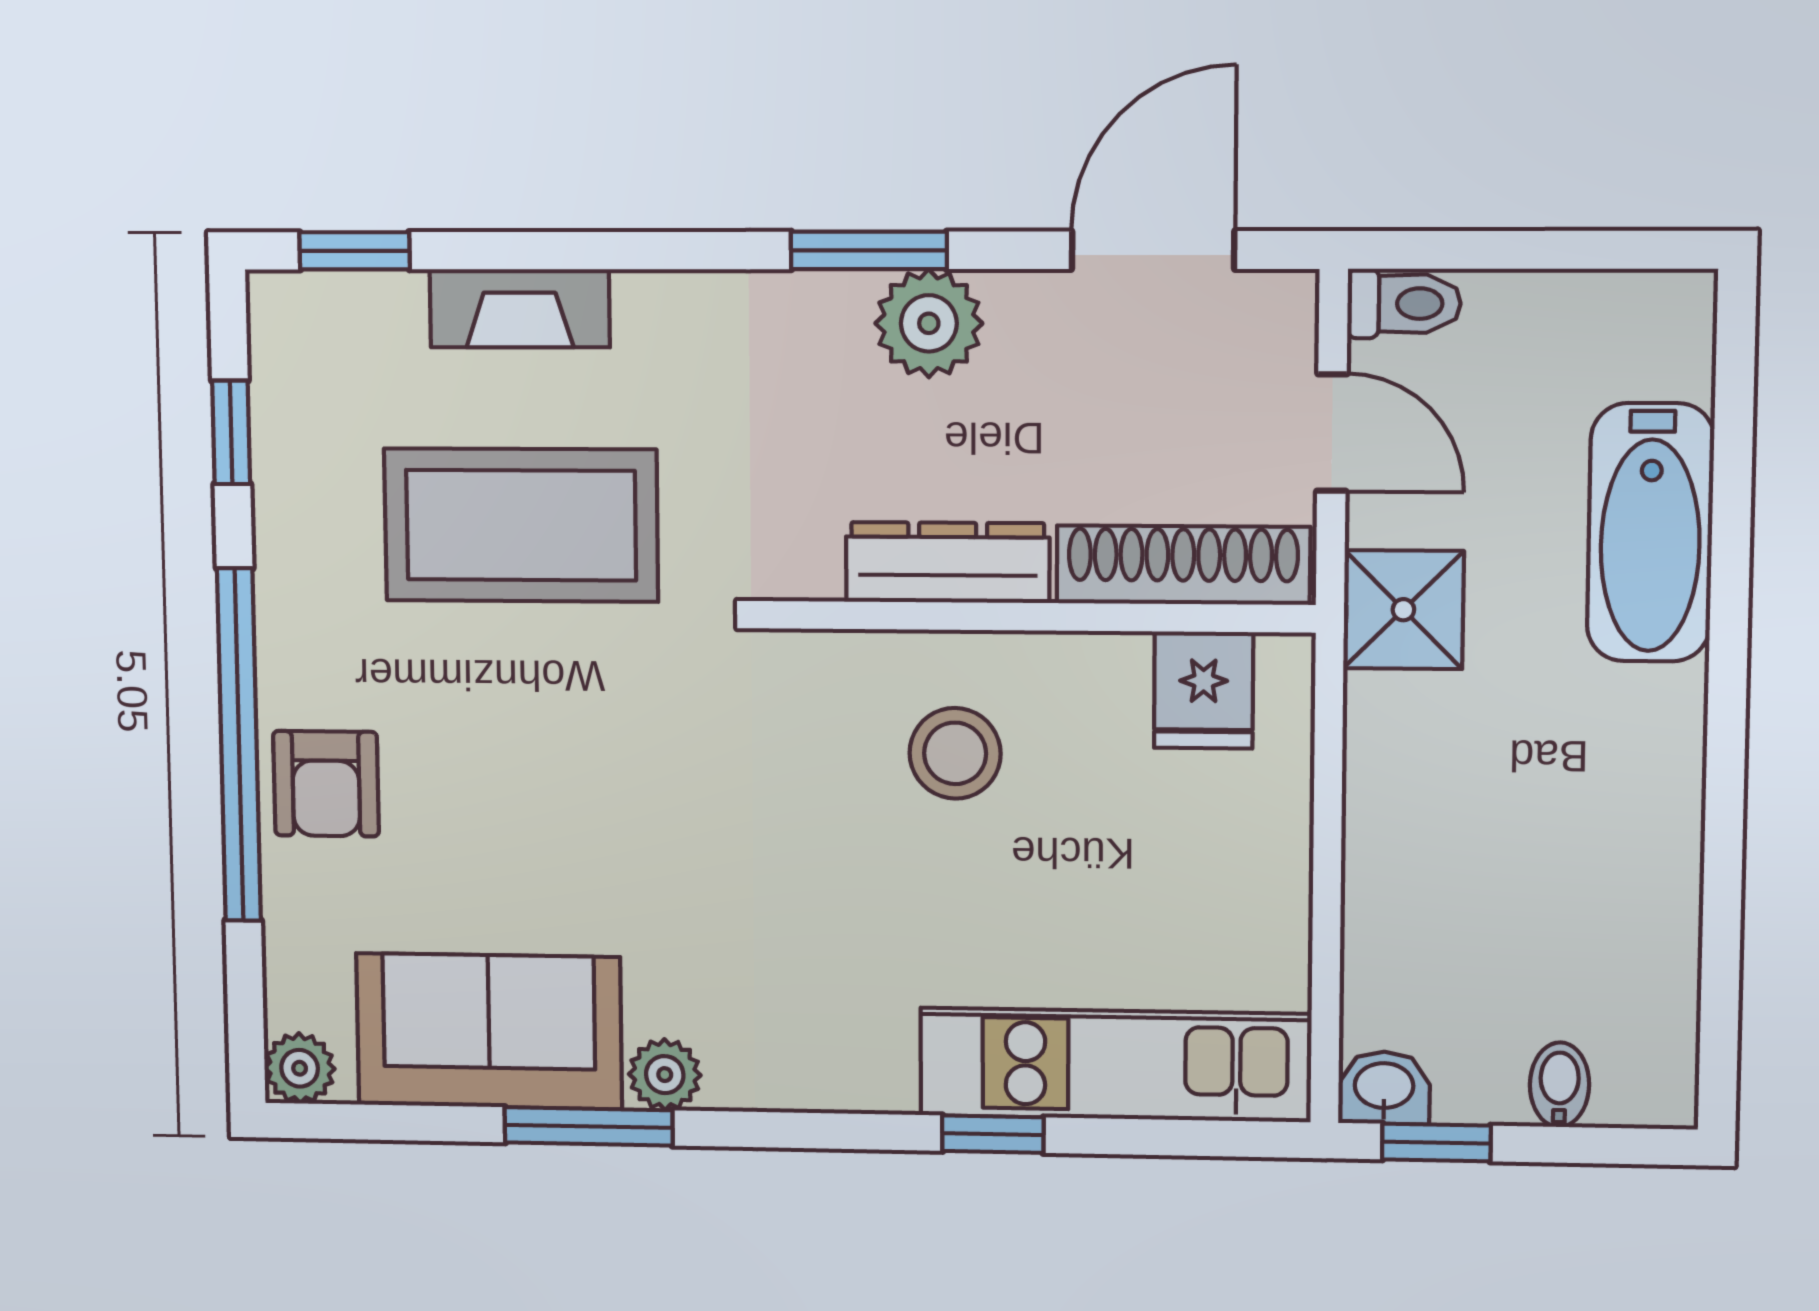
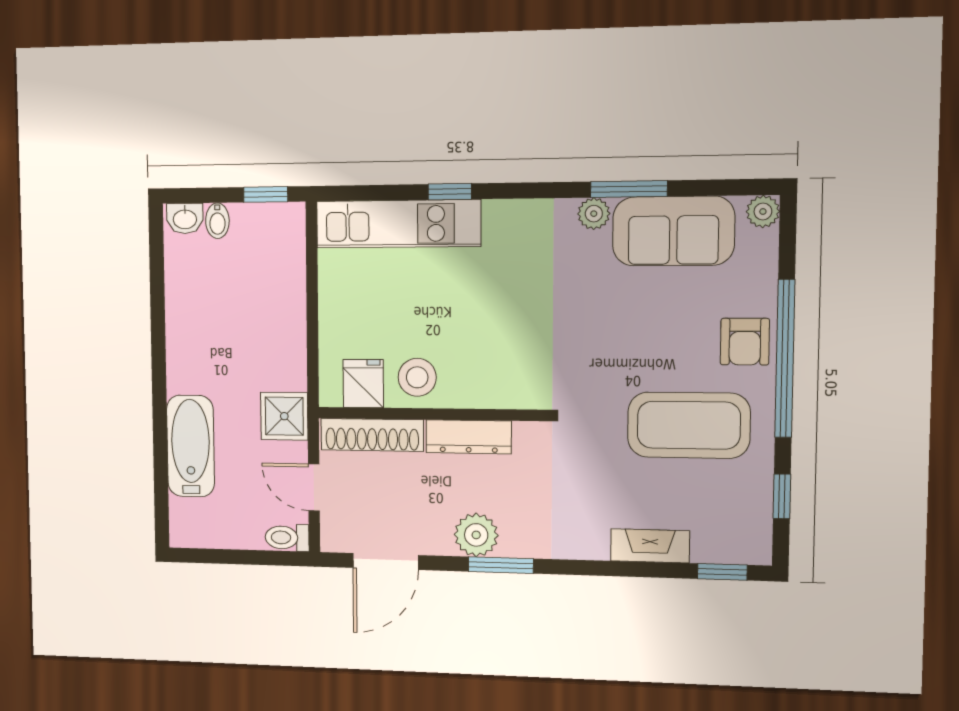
coffee table: (521, 525) -> (689, 425), moved
stool: (955, 753) -> (417, 377), moved
armchair: (326, 784) -> (745, 342), turned 180
washbasin: (1384, 1088) -> (185, 218), moved

